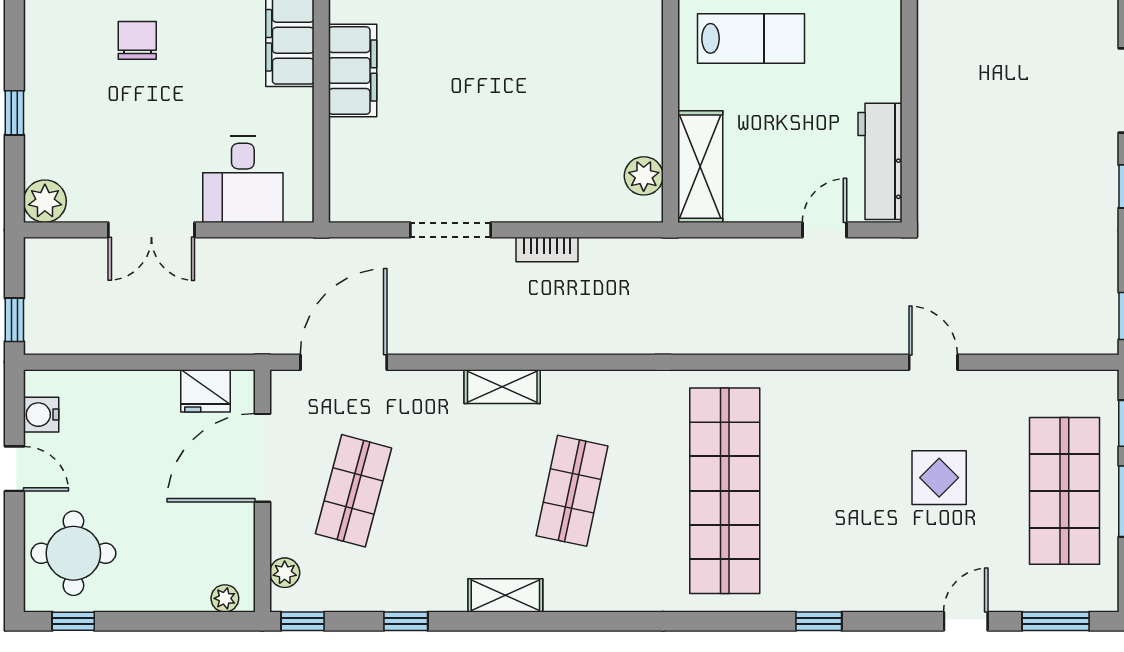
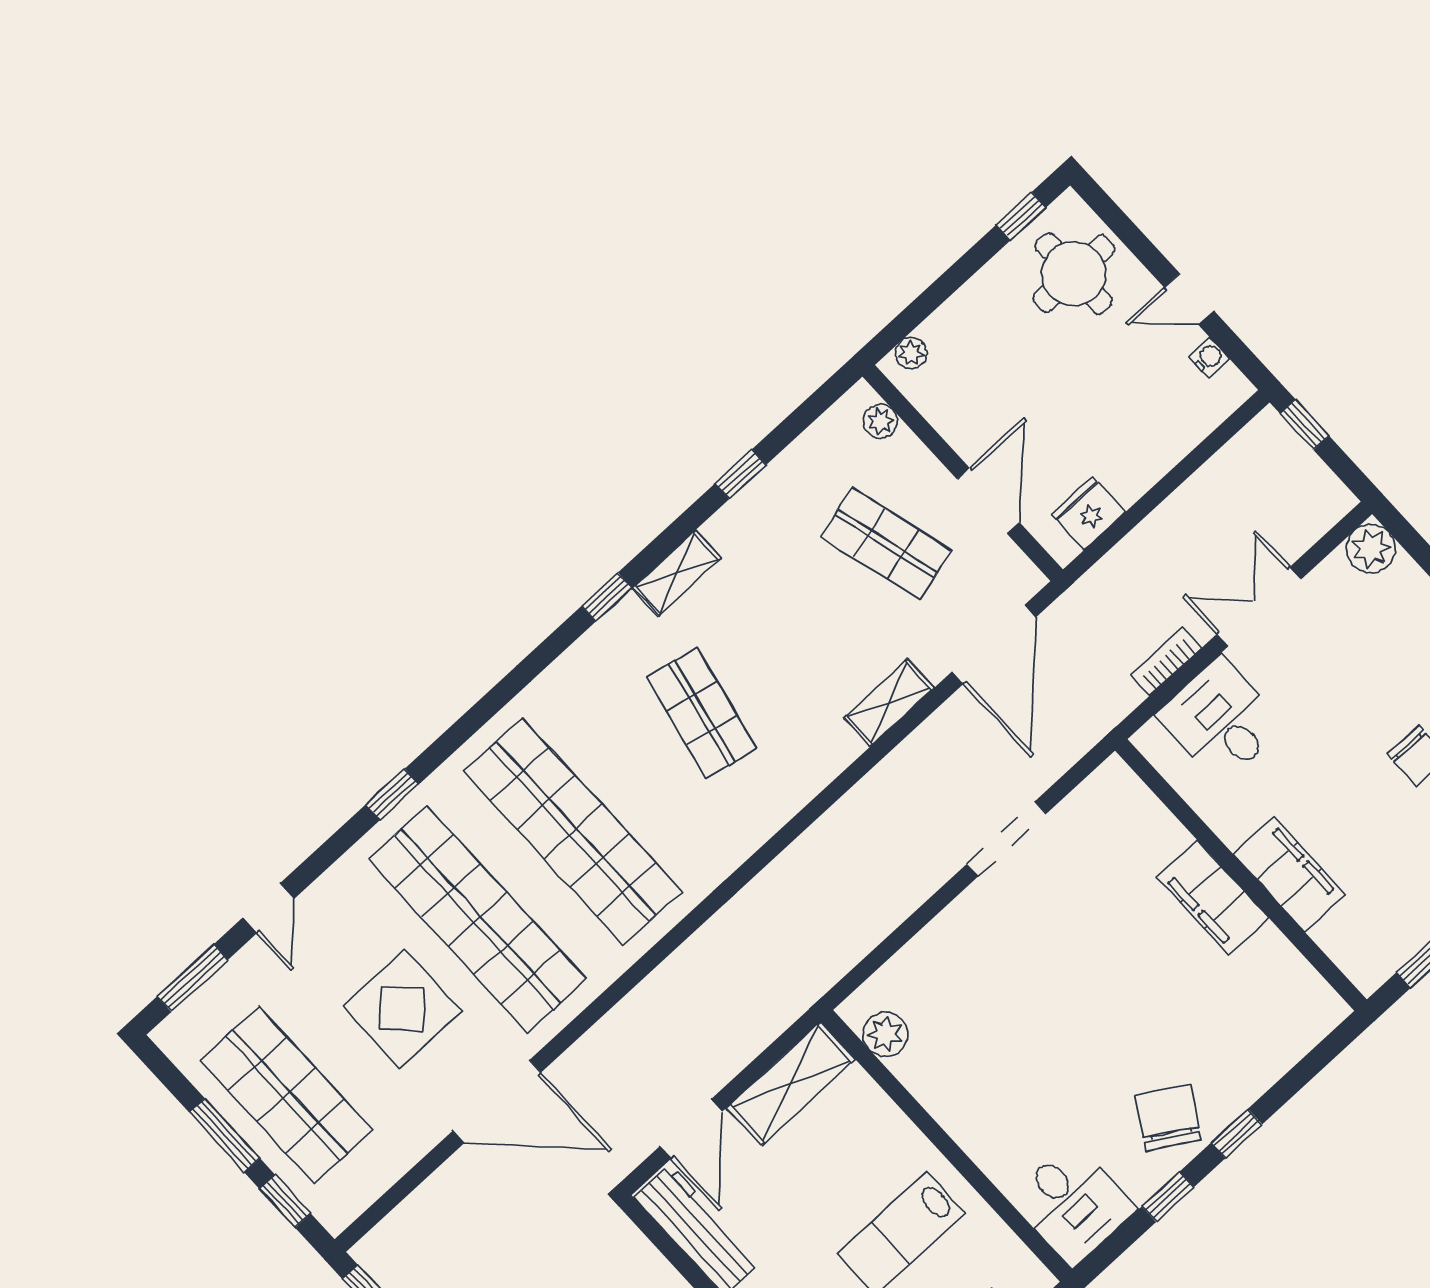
shelving: (700, 167) -> (791, 1084), moved, turned 90
door: (824, 230) -> (691, 1129), width x1.38
bookcase: (547, 250) -> (1166, 662), moved
door: (933, 362) -> (497, 1102), width x1.87
shelving: (502, 387) -> (889, 703), moved
water cooler: (41, 415) -> (1209, 358), width x0.72, depth x0.72
door: (262, 458) -> (988, 501), width x0.73
display table: (939, 478) -> (402, 1009), width x1.36, depth x1.36
shop shelf: (353, 491) -> (886, 544), turned -30
shop shelf: (838, 491) -> (477, 919), added
window: (303, 621) -> (607, 597), moved

